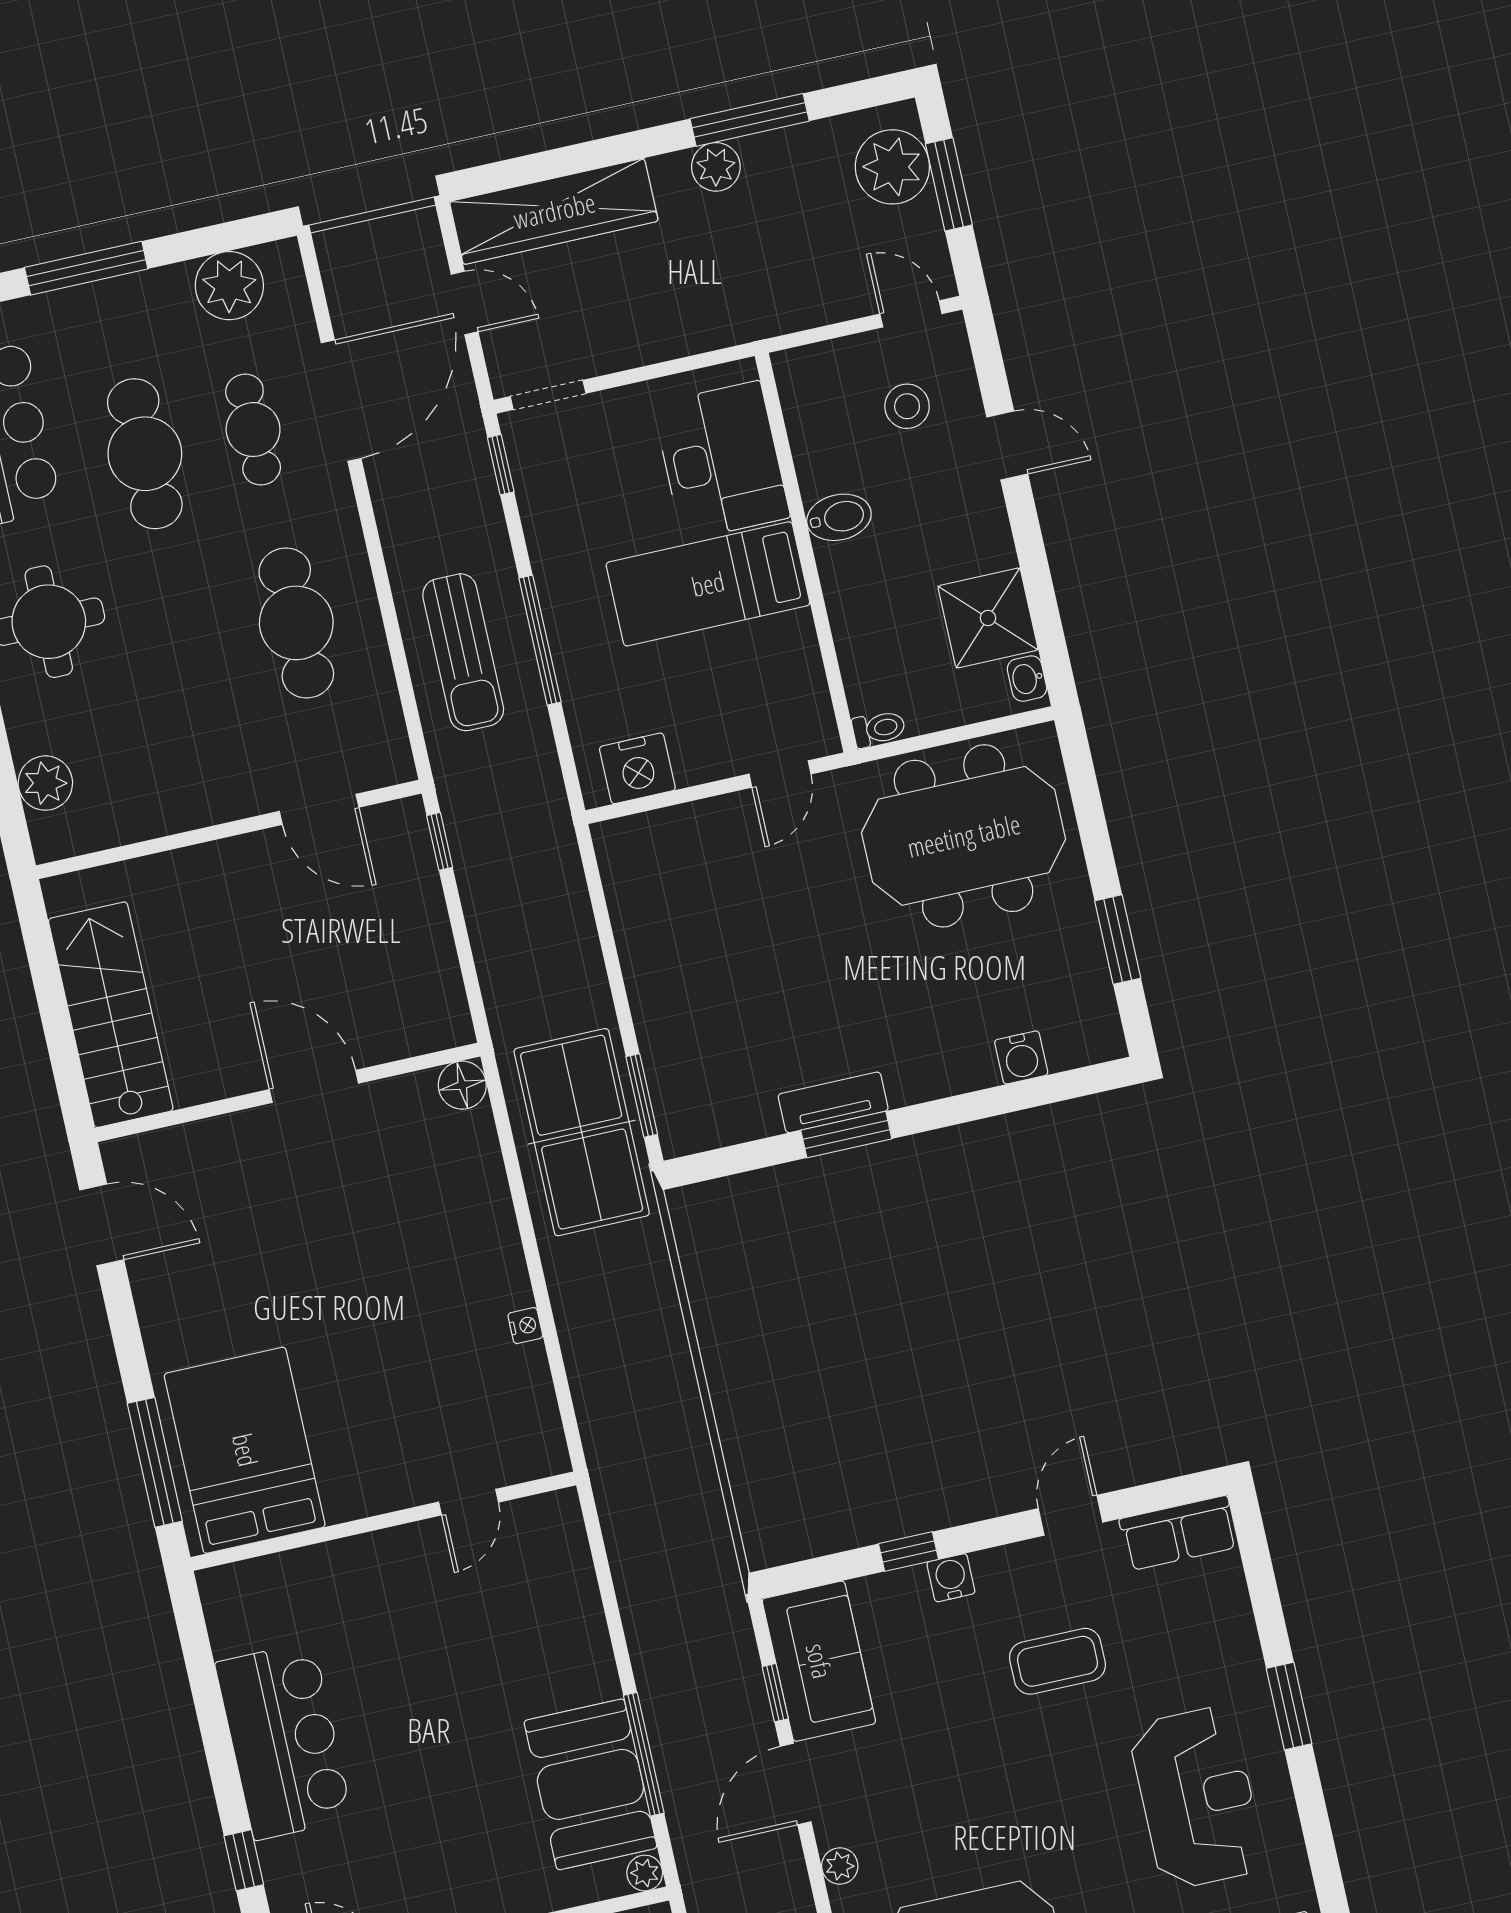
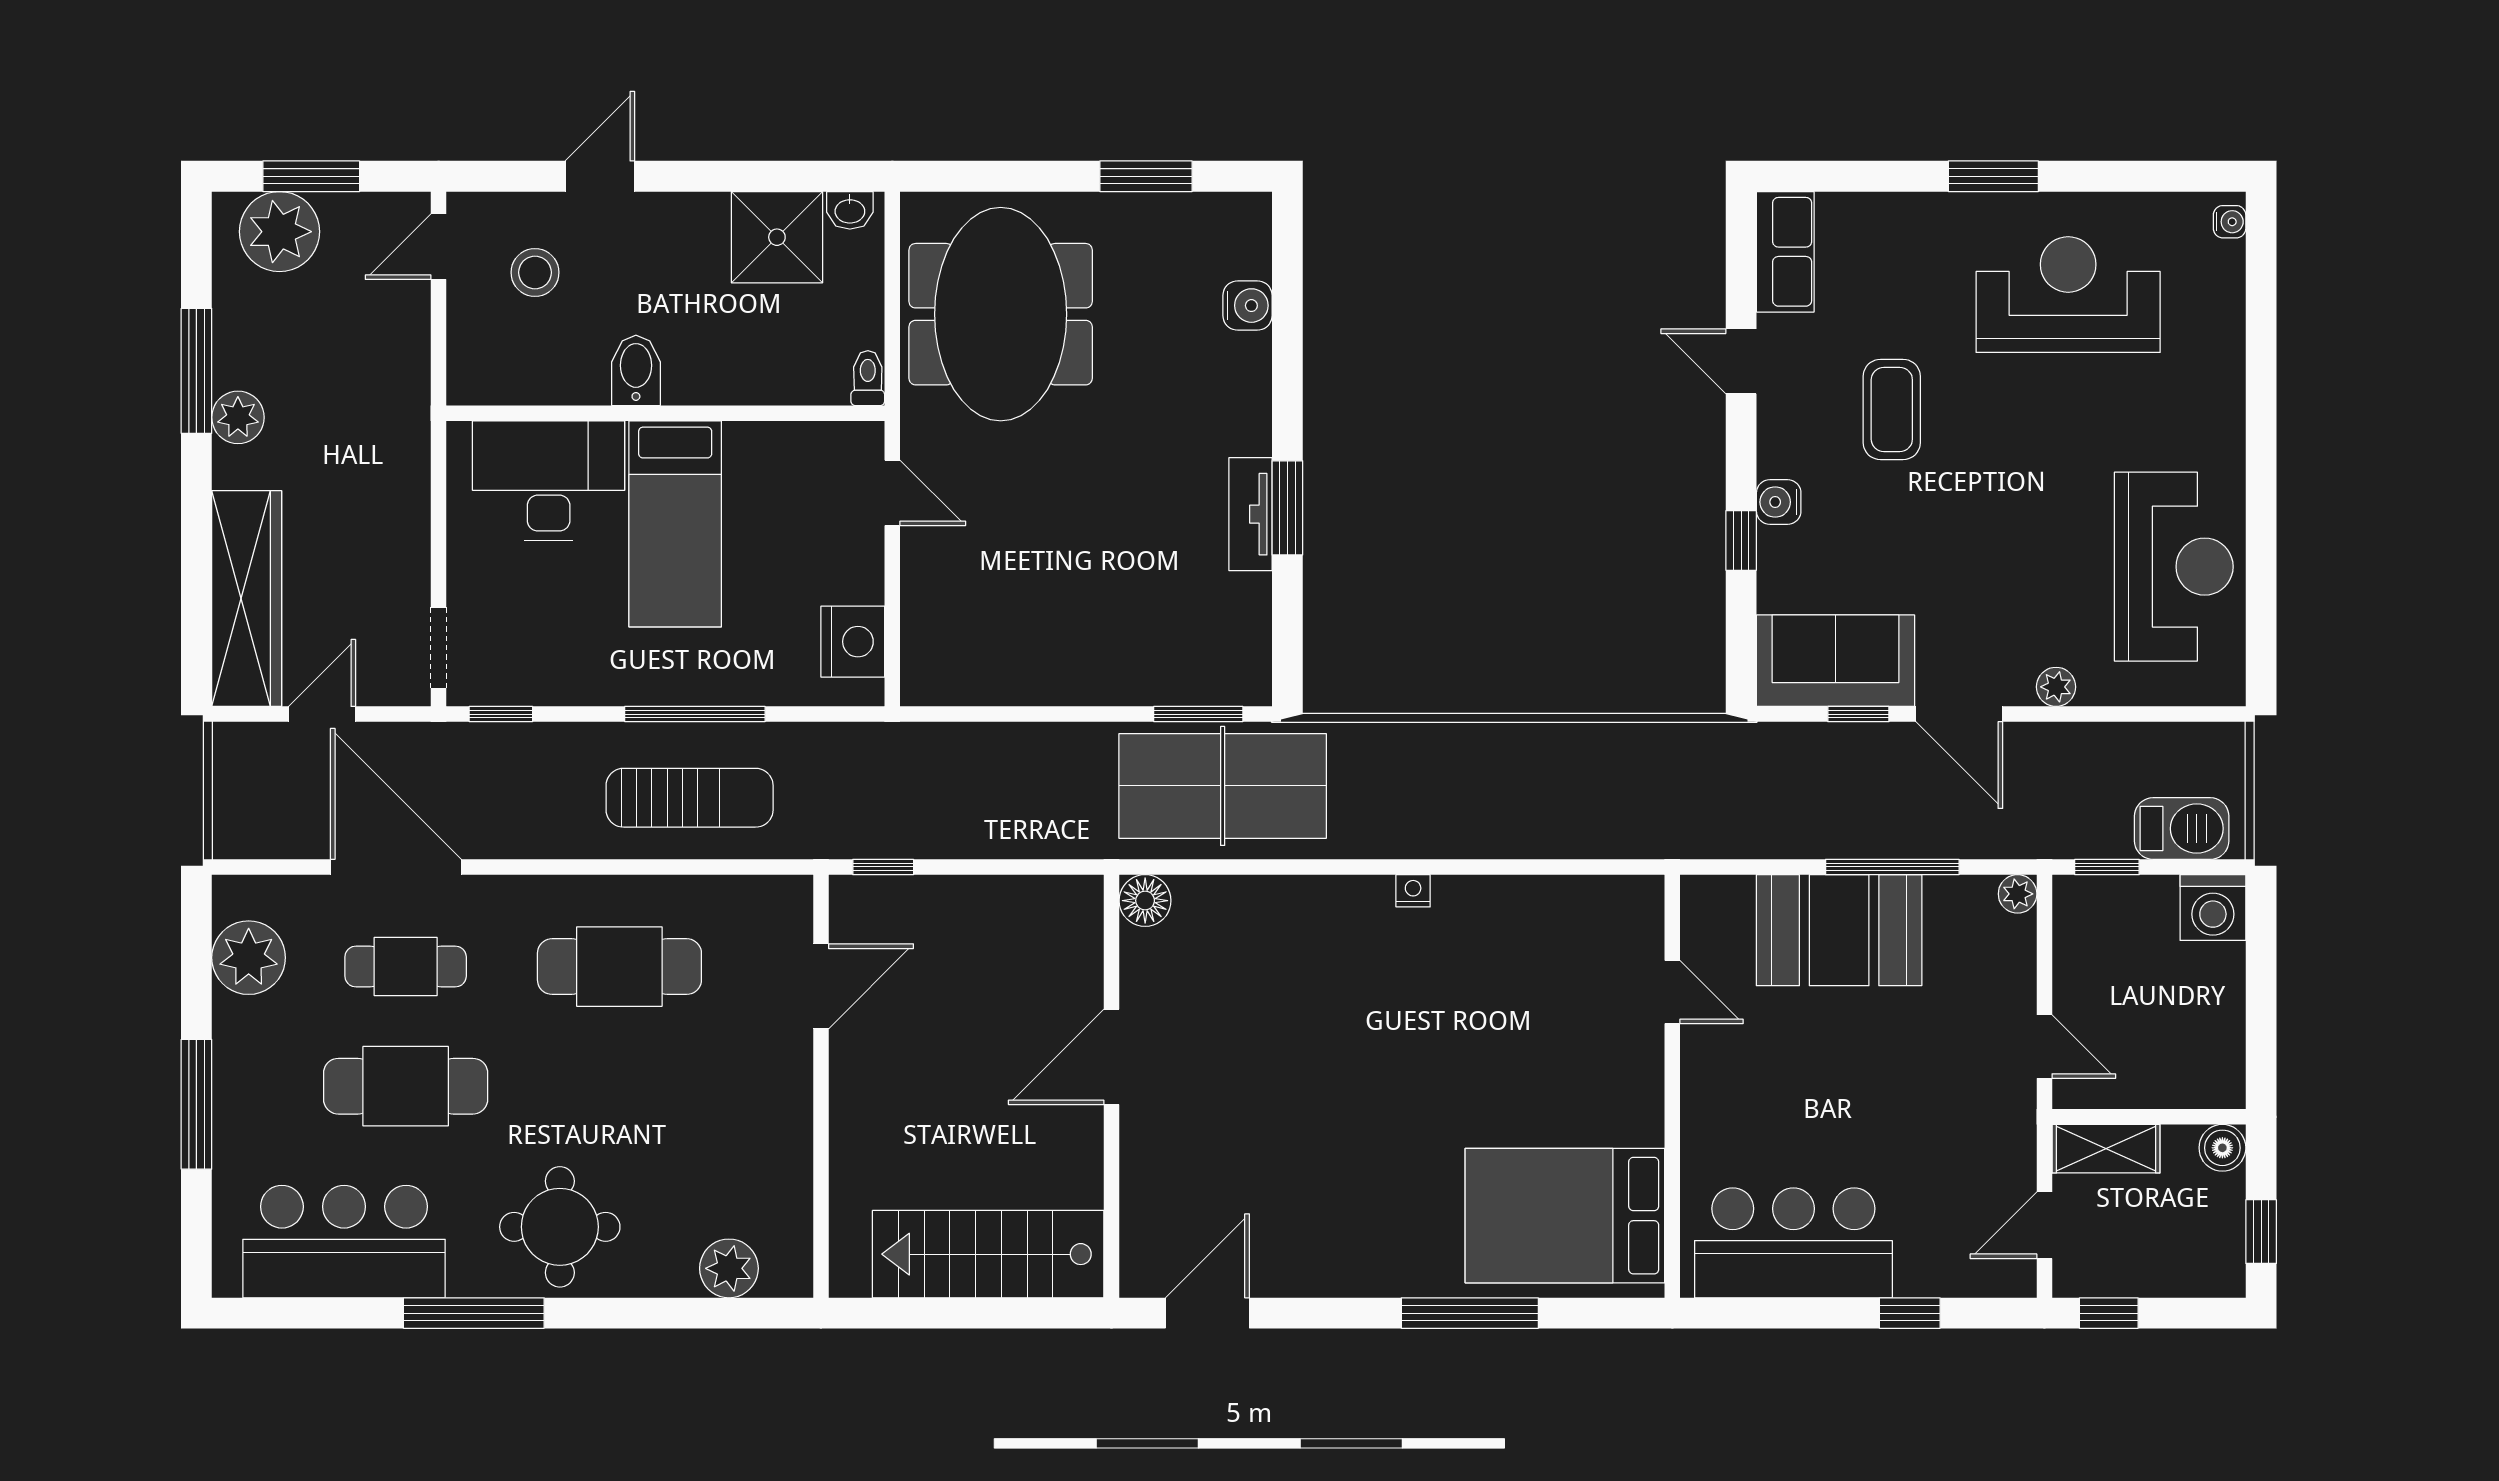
bed: (245, 1450) -> (1565, 1216), moved
door: (469, 1502) -> (1672, 992), moved
wall: (383, 1521) -> (1672, 1086), moved
booth: (590, 1784) -> (1839, 930), moved

